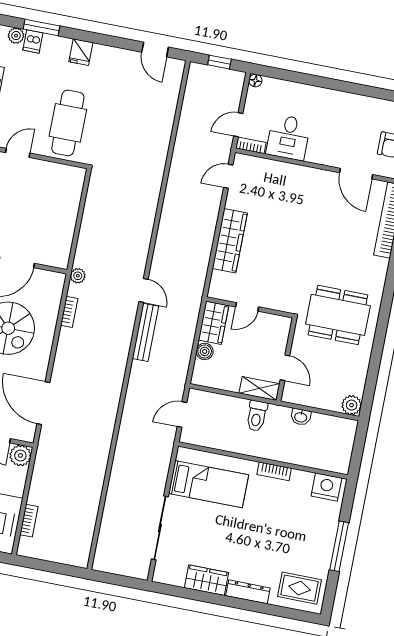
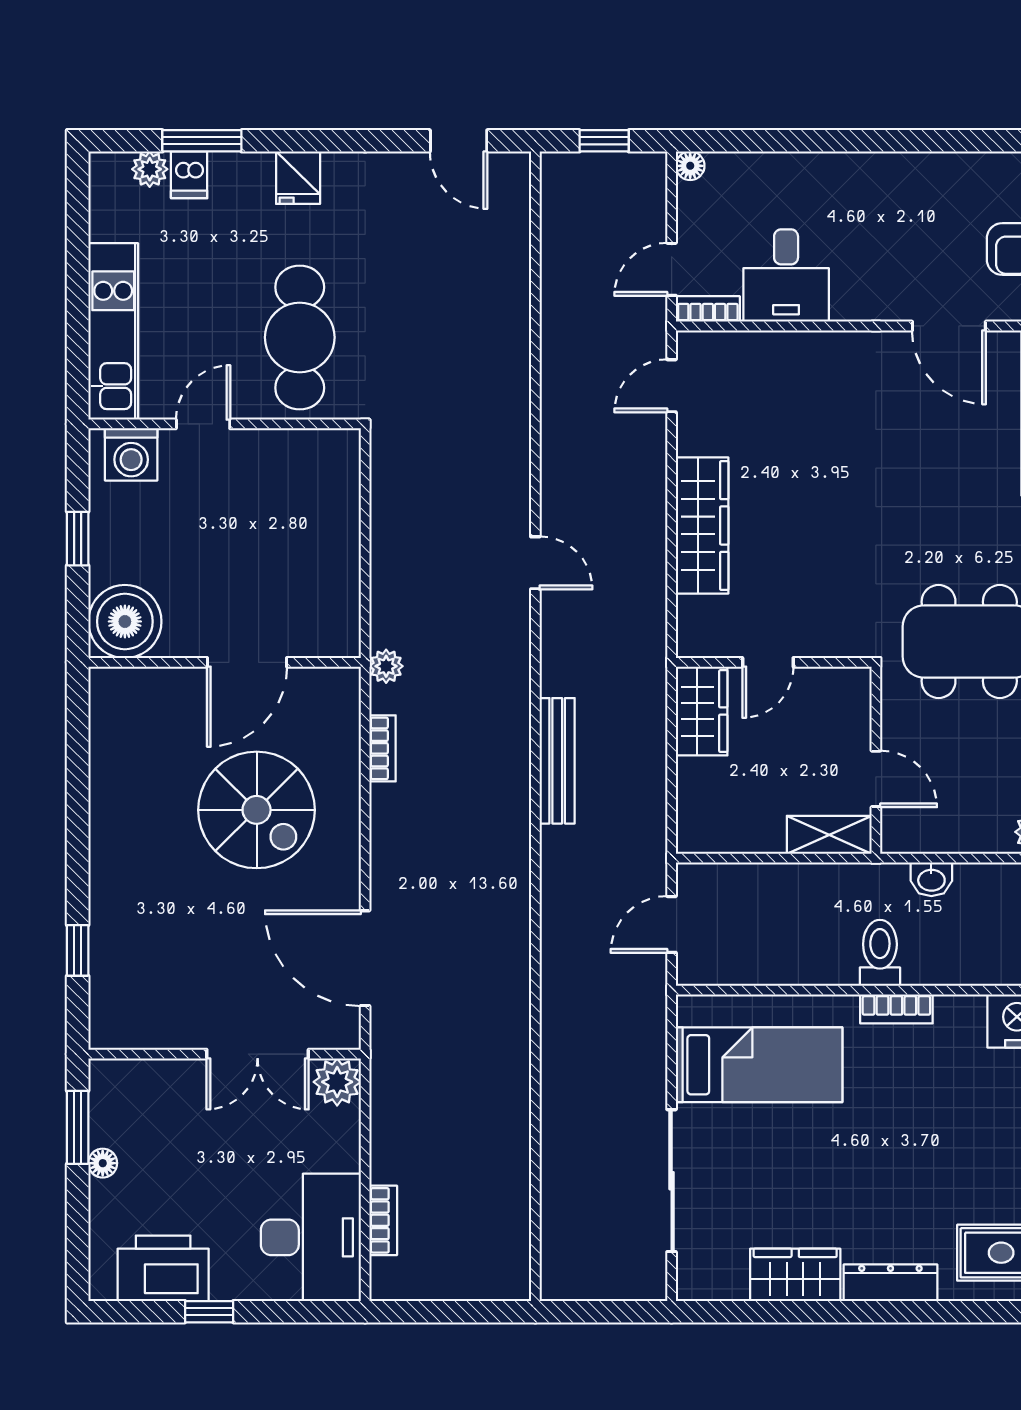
door: (144, 290) -> (535, 563), moved
boiler: (205, 351) -> (694, 777), removed
toilet: (257, 416) -> (880, 953), moved, turned 180

